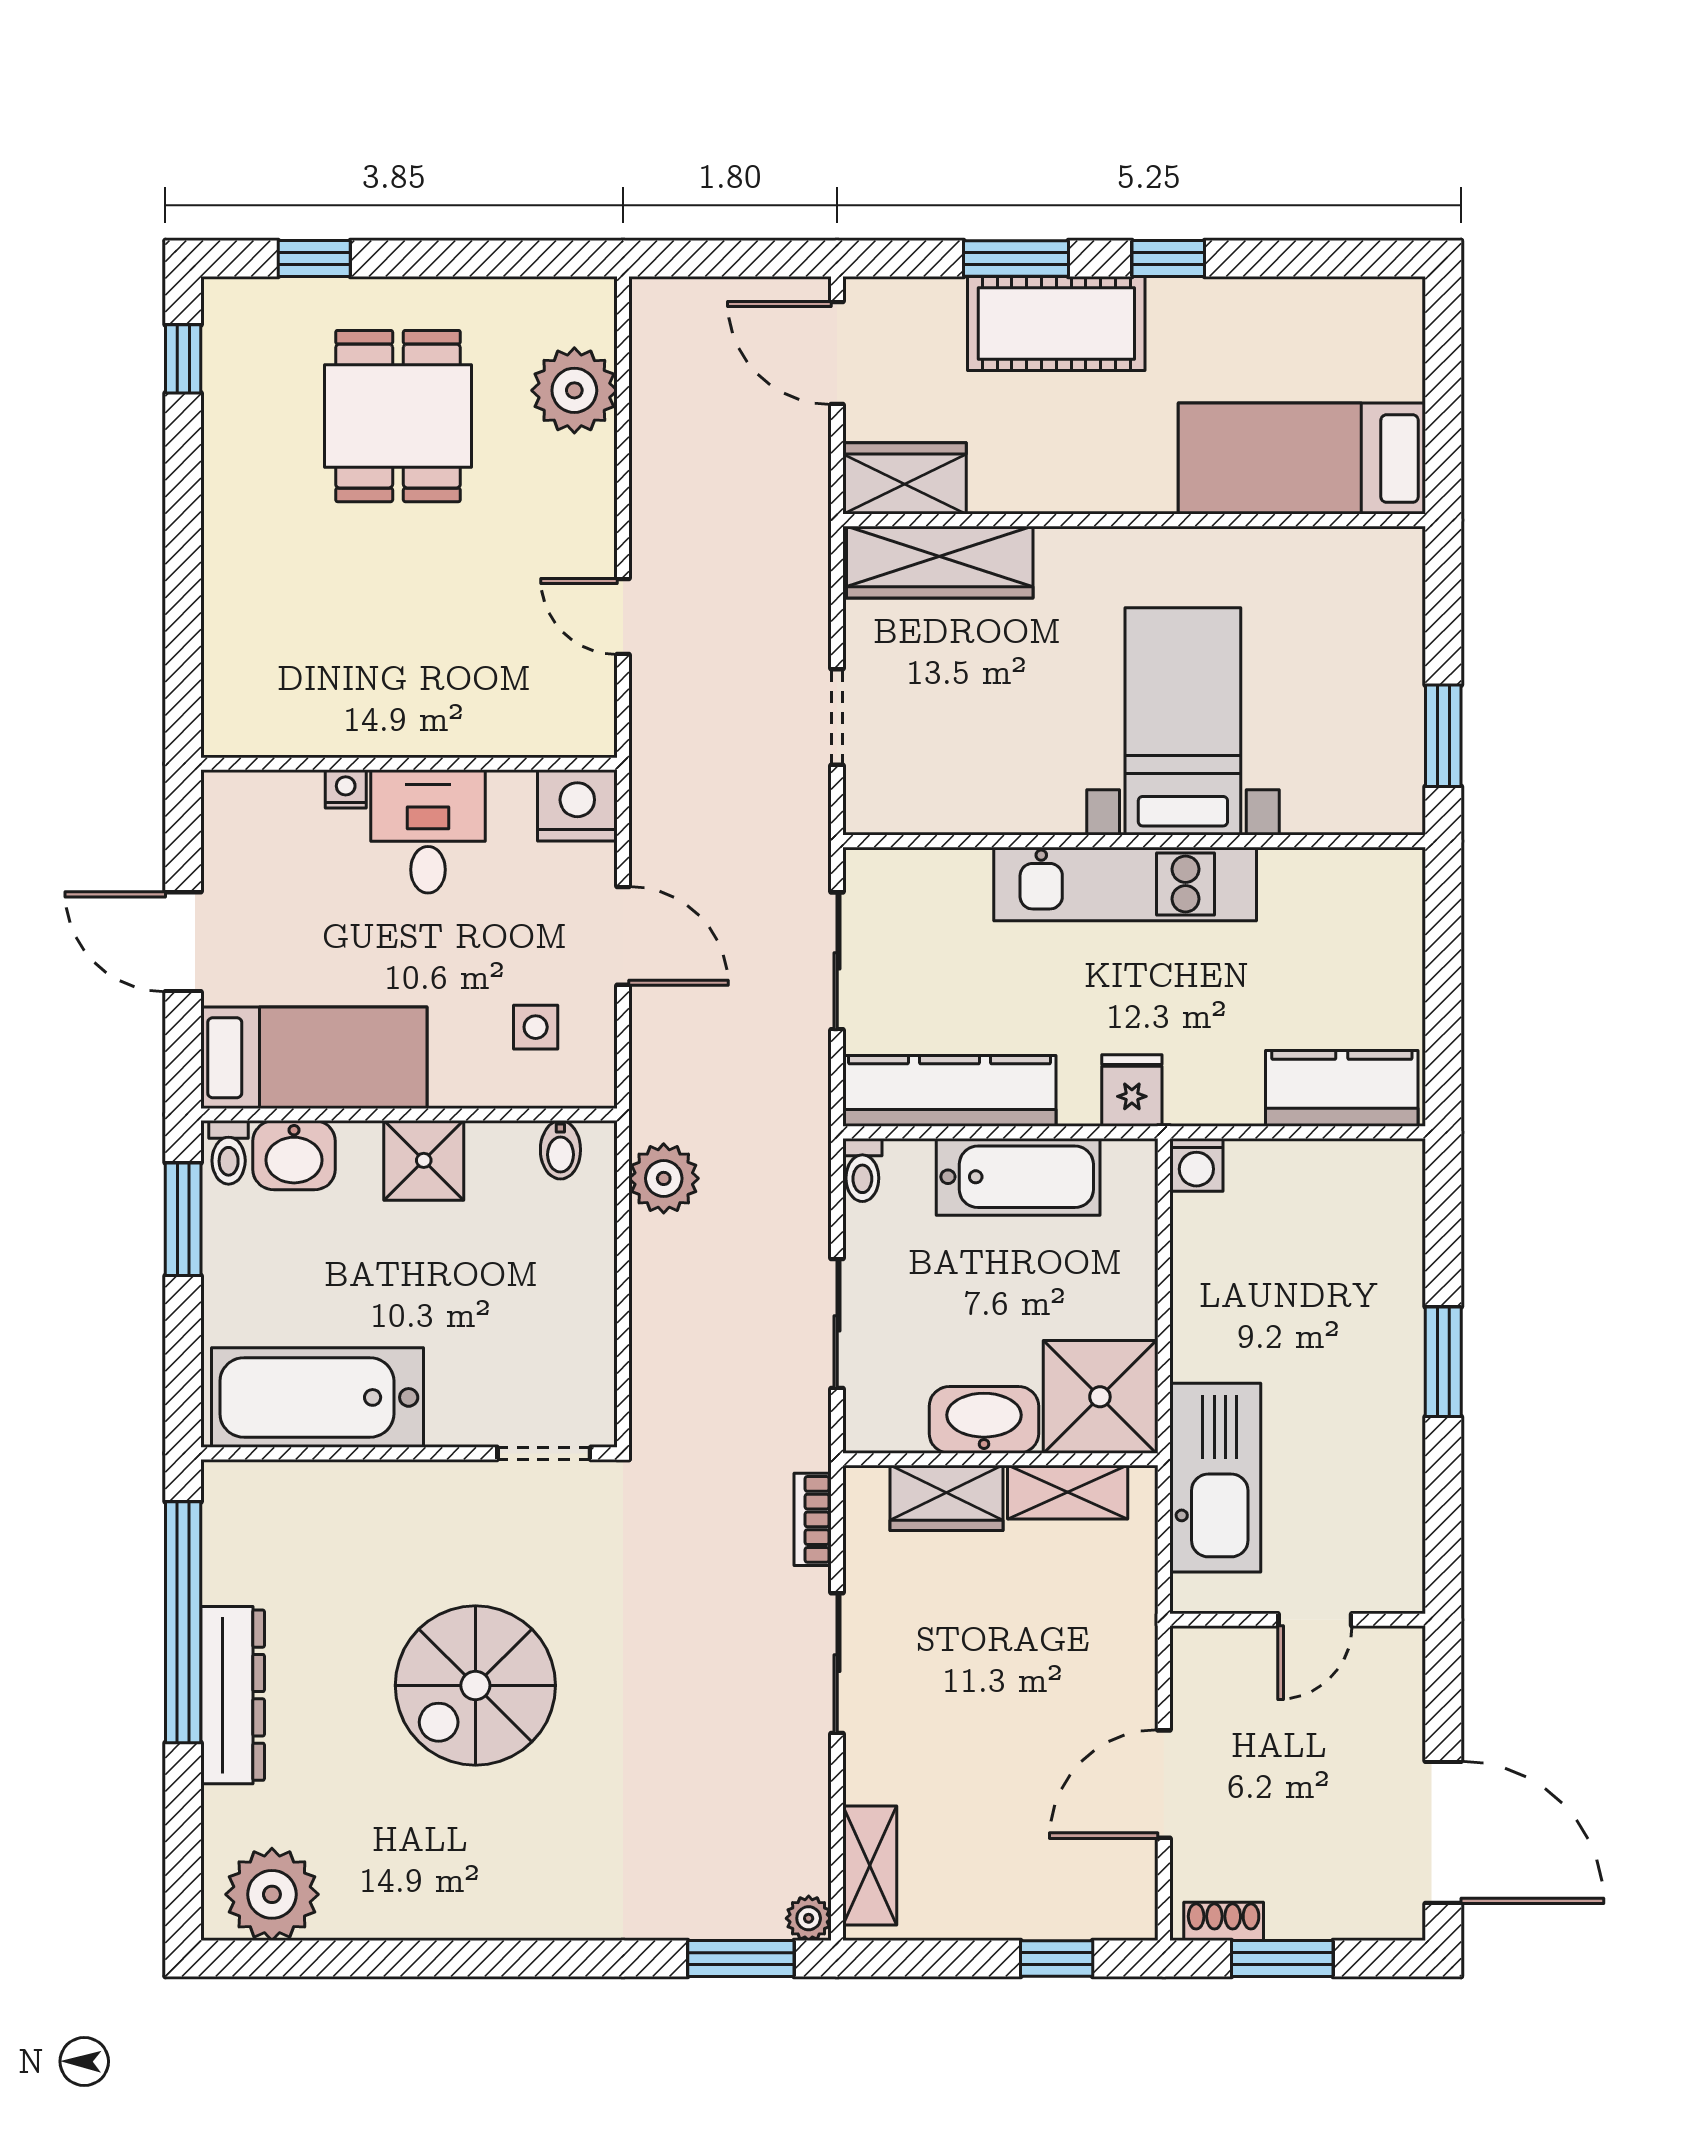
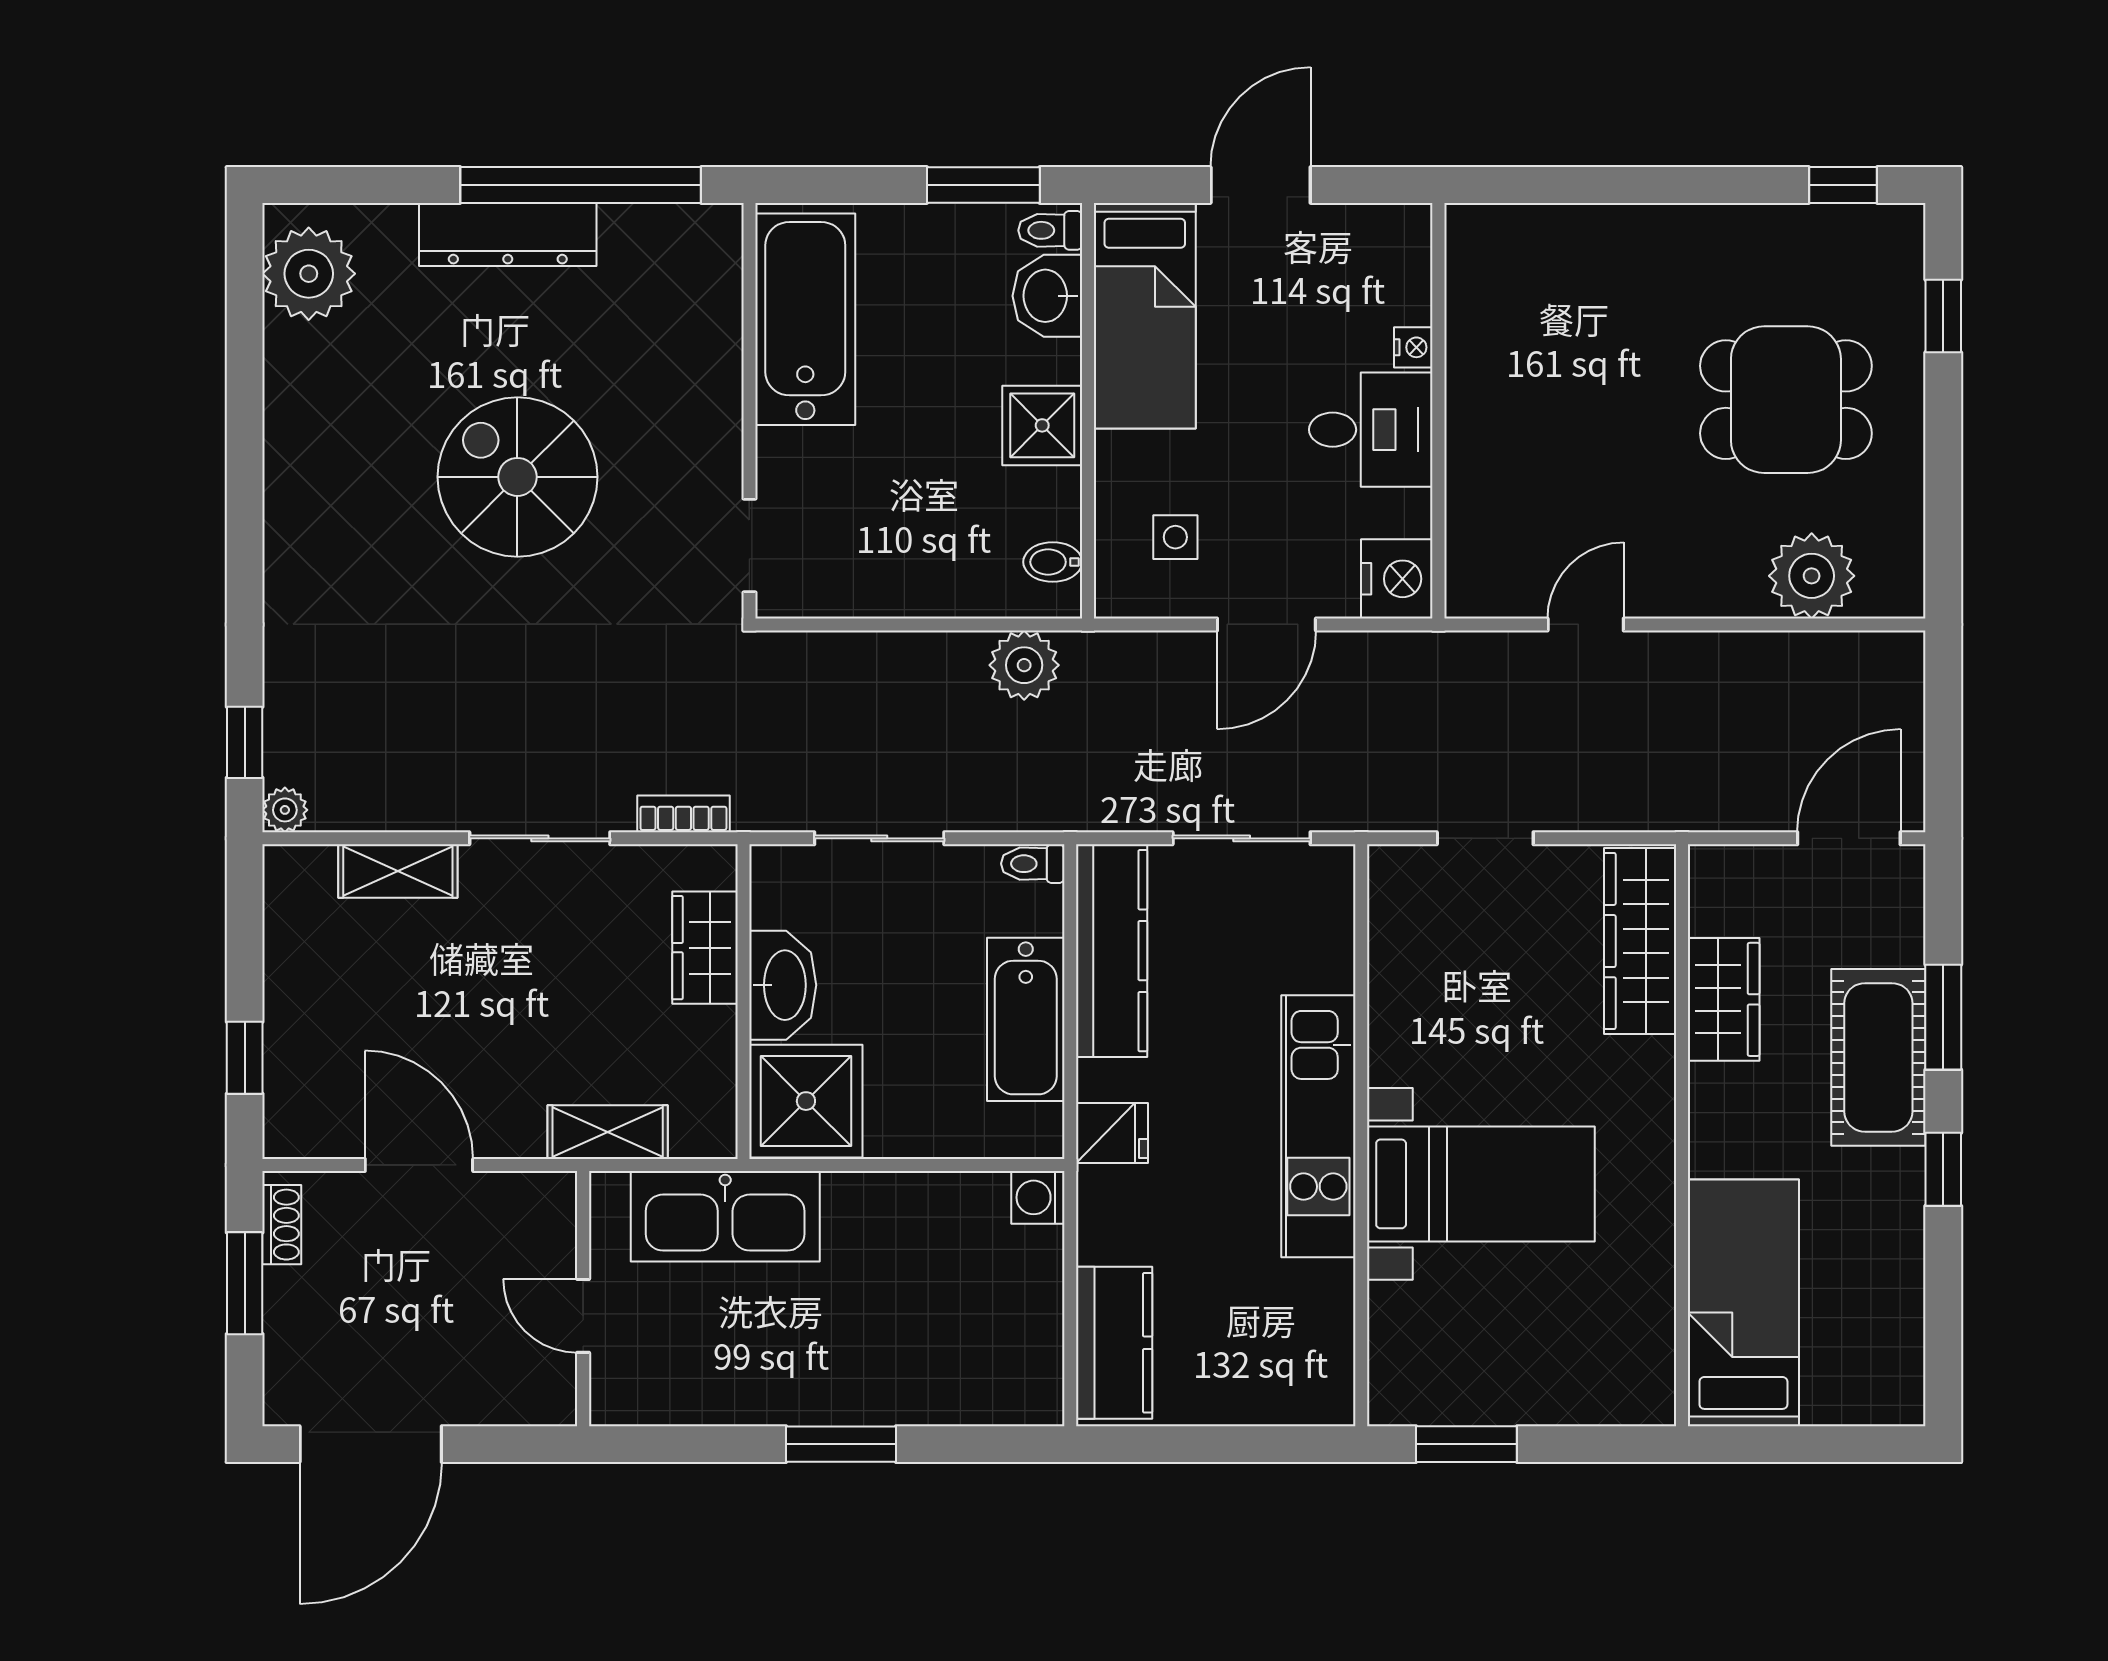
wardrobe: (905, 478) -> (1724, 999), moved
shelving: (1068, 1492) -> (608, 1132), moved, turned 90
shelving: (870, 1865) -> (398, 871), moved
window: (741, 1959) -> (245, 742), width x0.67

